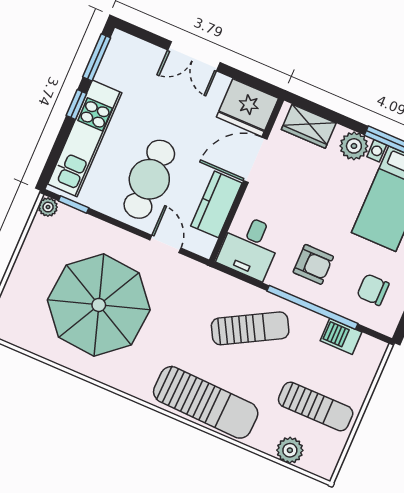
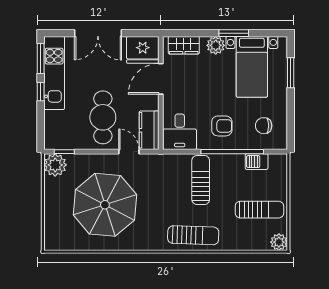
double door: (194, 56) -> (98, 33), width x1.37
kitchen unit: (85, 138) -> (54, 73), moved
kitchen counter: (216, 204) -> (149, 130), moved
plant: (48, 207) -> (55, 165), width x1.88, depth x1.88
sun lounger: (250, 328) -> (201, 180), turned -61
sun lounger: (206, 402) -> (193, 235), width x0.73, depth x0.75
plant: (290, 450) -> (279, 242), moved

